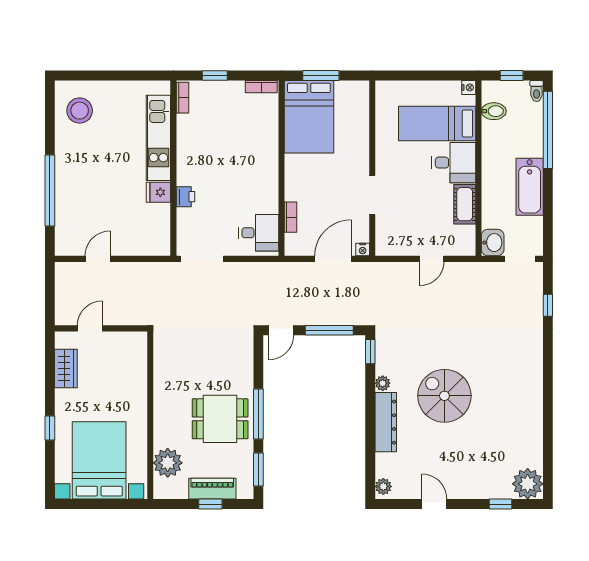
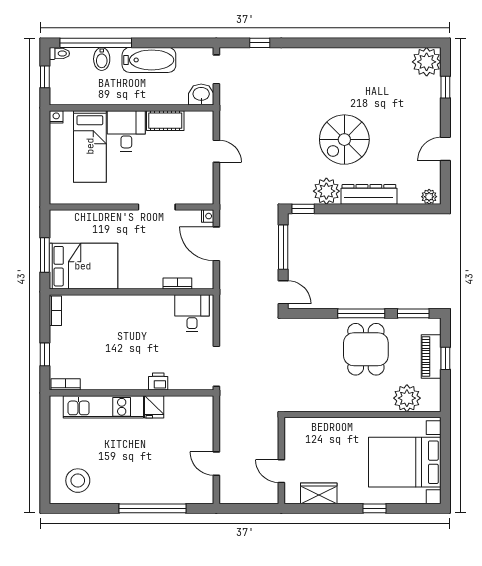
bidet: (494, 111) -> (102, 59), moved, turned 180
plant: (383, 383) -> (326, 191), width x1.87, depth x1.87

